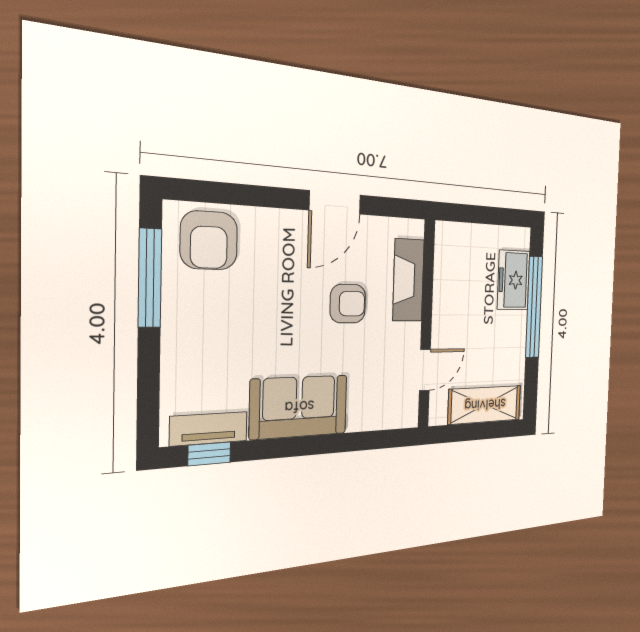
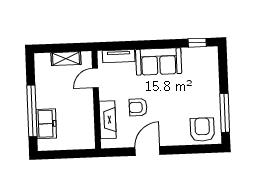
shelving: (485, 405) -> (66, 59), width x0.67, depth x0.75
tv unit: (209, 429) -> (119, 56), moved

